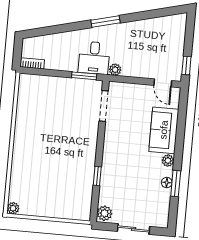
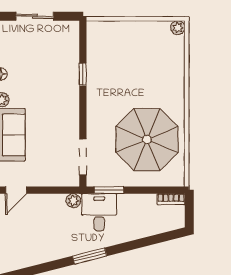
door: (163, 83) -> (16, 190), swing flipped
parasol: (48, 116) -> (147, 140), added
plant: (104, 213) -> (70, 31), removed

